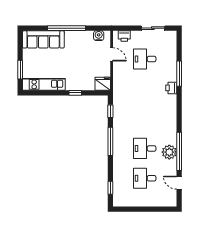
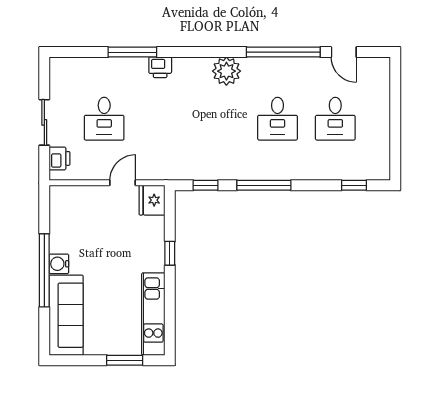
sliding door: (153, 28) -> (44, 122), moved
water cooler: (99, 36) -> (59, 264), moved
door: (112, 54) -> (123, 183), moved
plant: (169, 152) -> (226, 71), moved
door: (179, 183) -> (344, 52), hinge flipped

